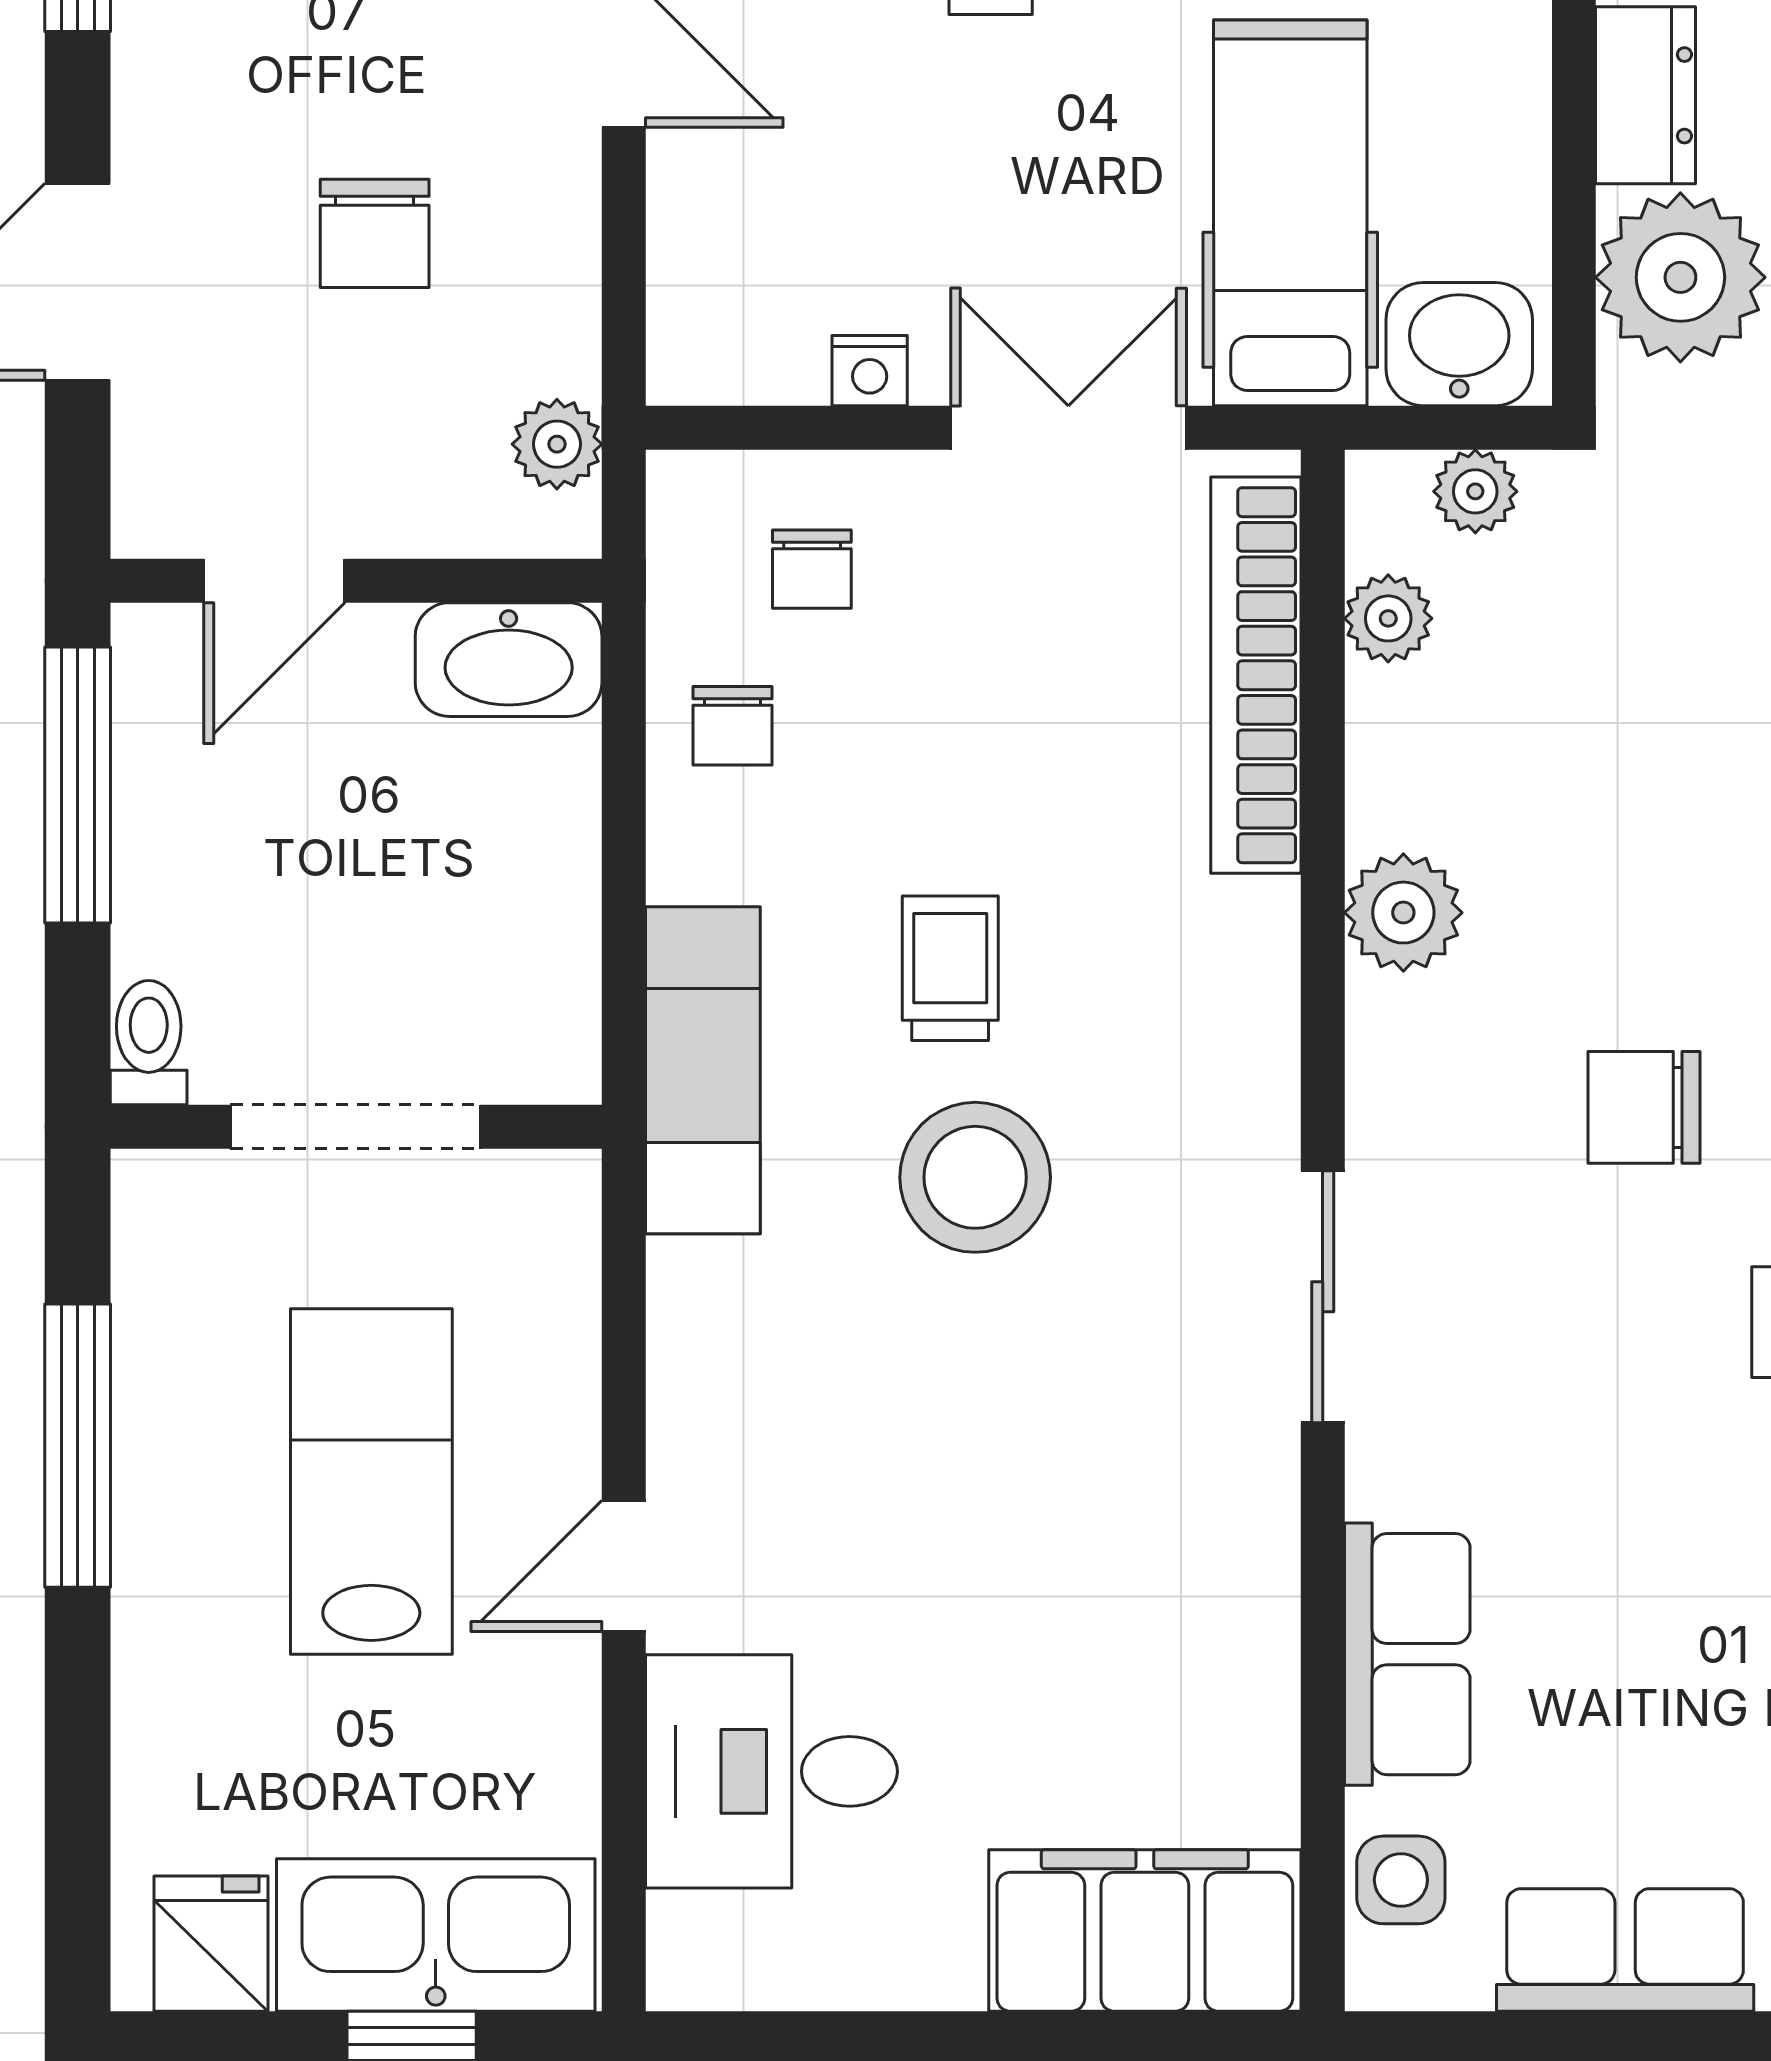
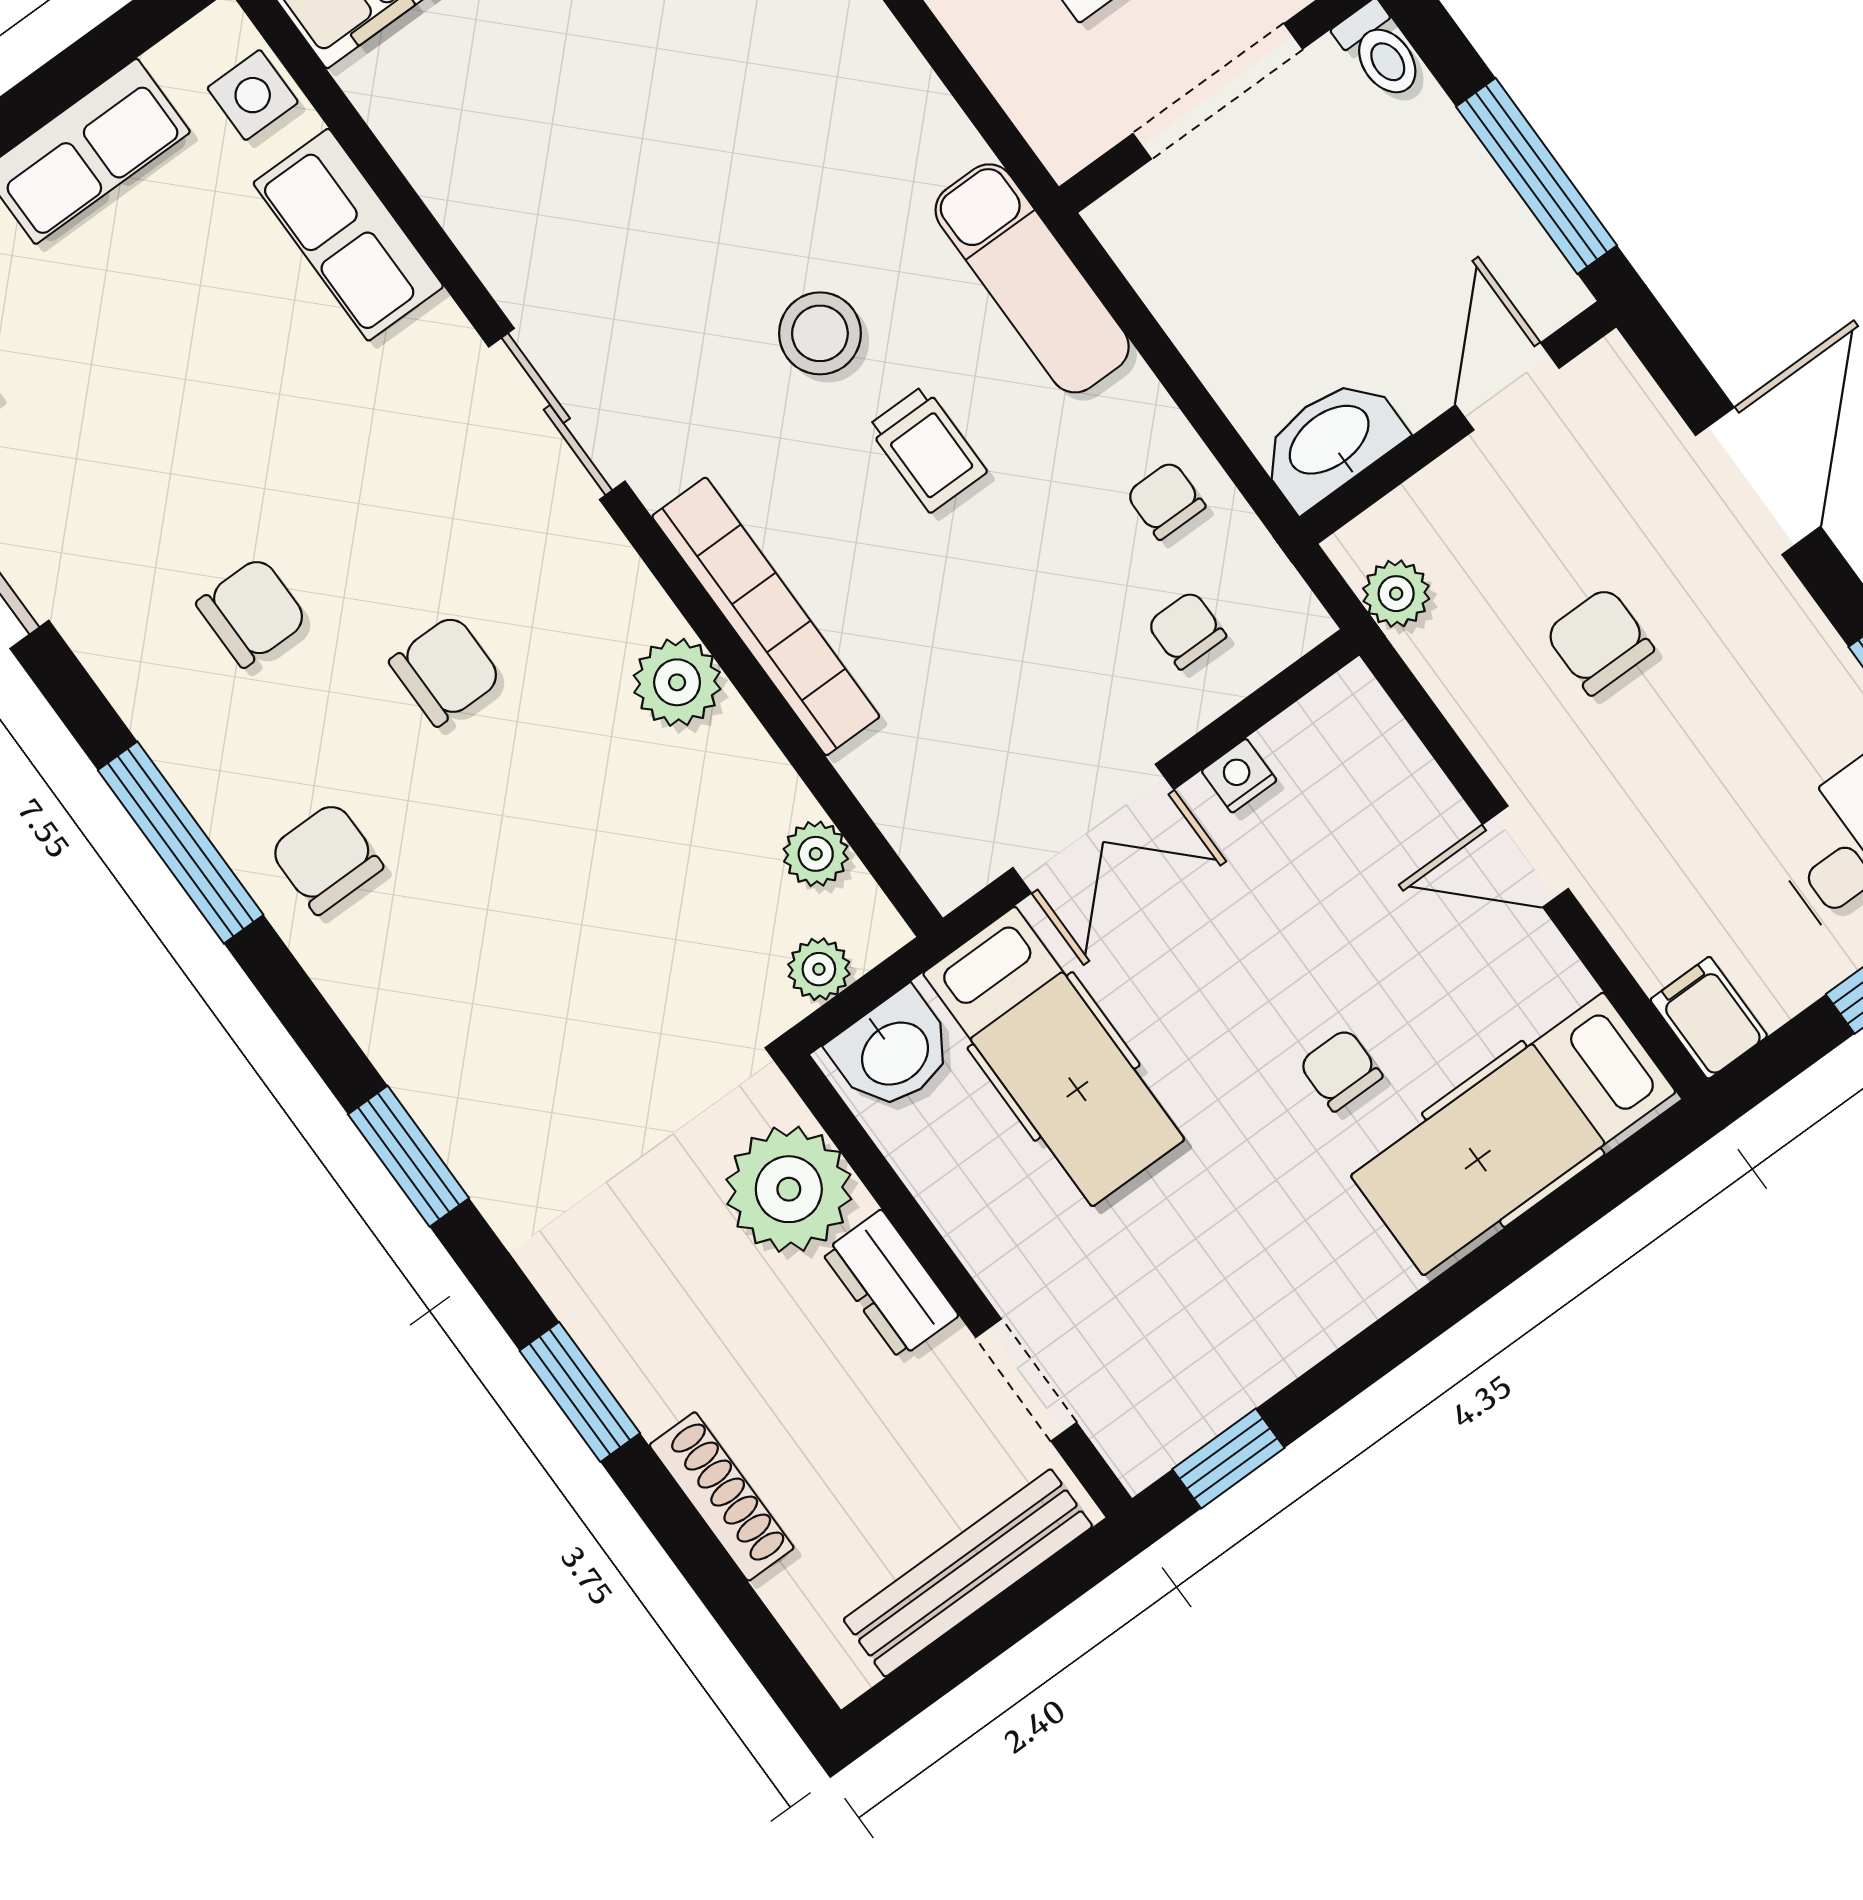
bookcase: (1256, 675) -> (766, 616), moved
stool: (975, 1177) -> (820, 333), width x0.73, depth x0.73

